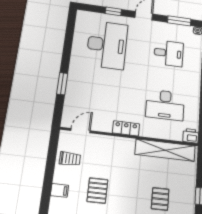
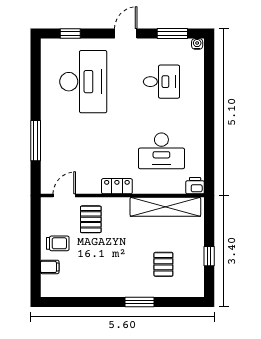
window: (113, 11) -> (70, 34), moved
window: (62, 84) -> (36, 141), width x1.44
trolley: (70, 159) -> (58, 243), moved
pallet: (97, 191) -> (91, 219), moved

